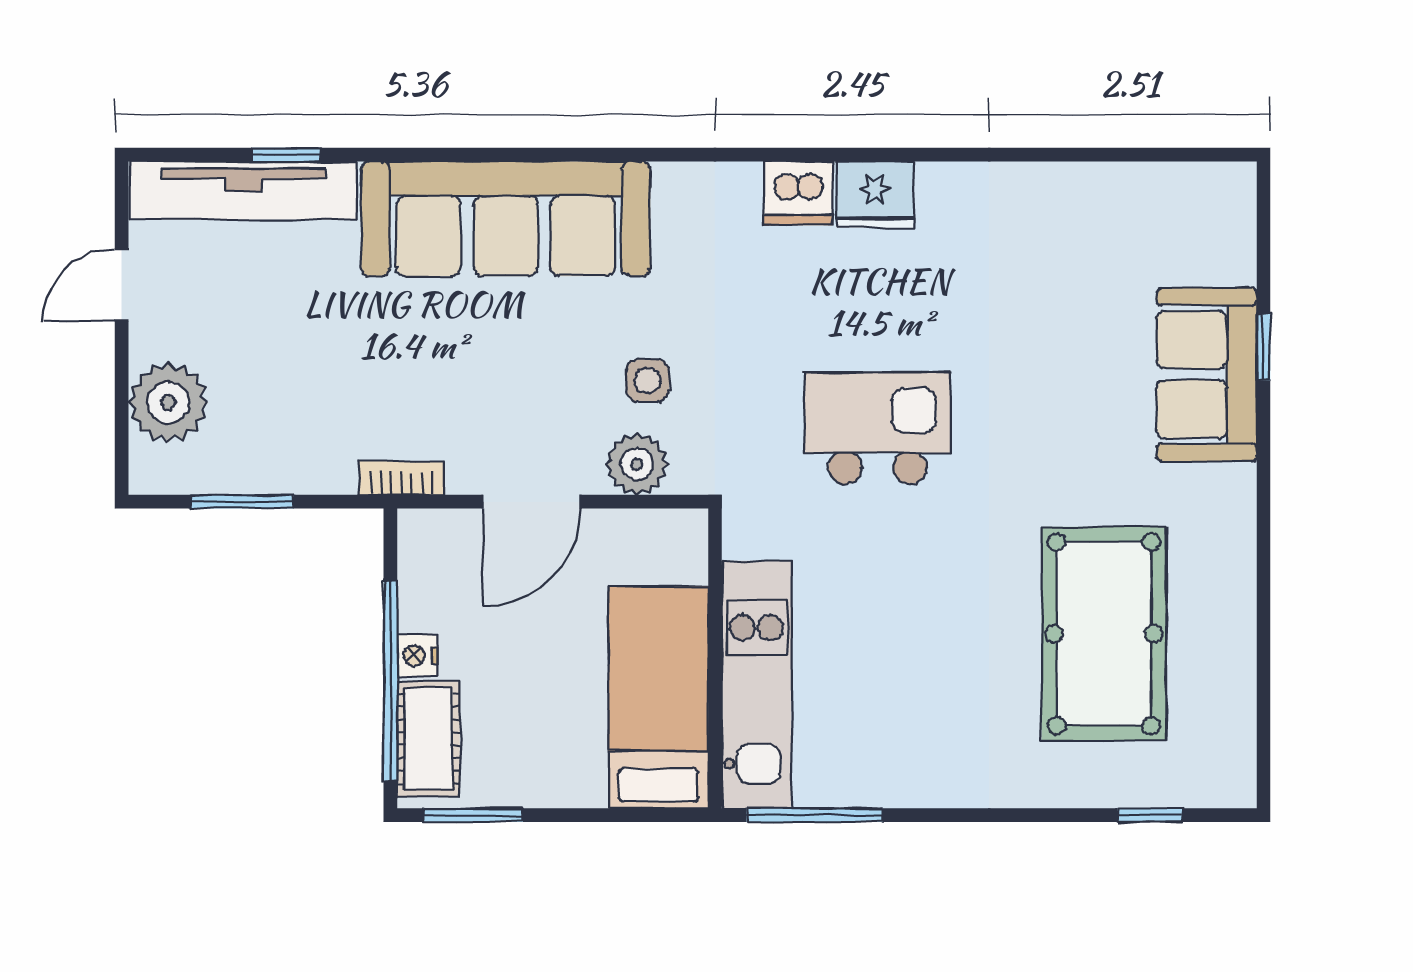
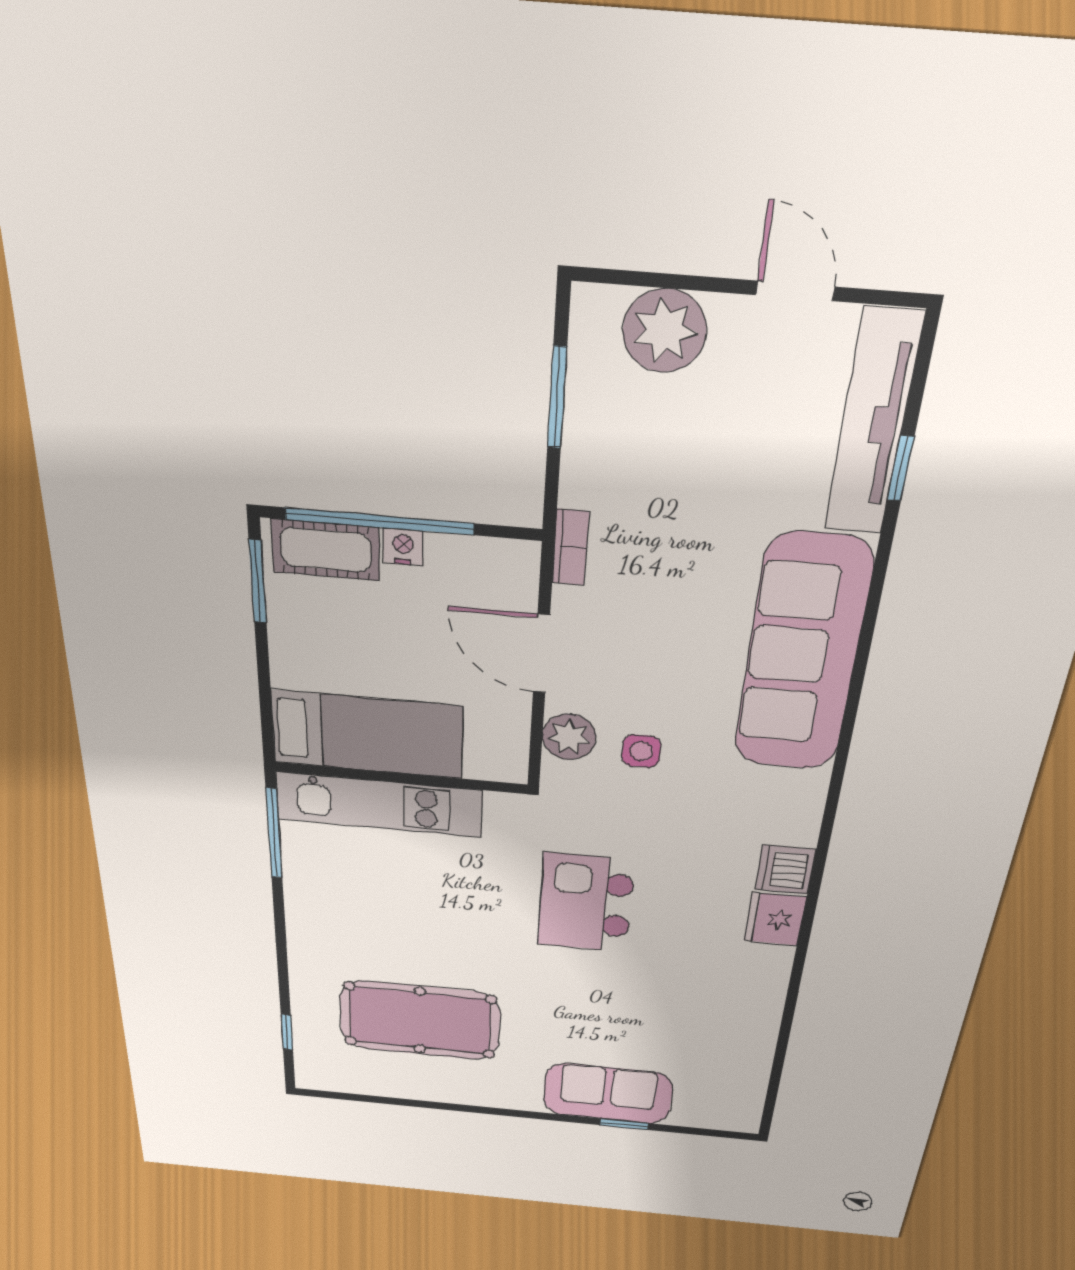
kitchen island: (877, 428) -> (586, 903), turned 180

